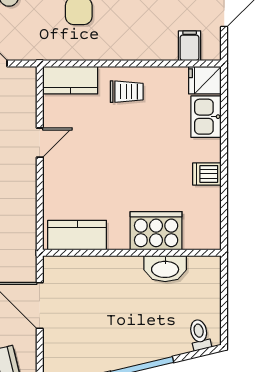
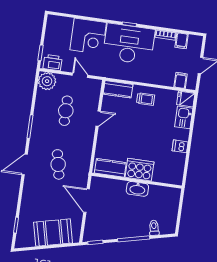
cooker: (156, 231) -> (140, 170), moved
washbasin: (165, 269) -> (137, 189), moved
toilet: (200, 335) -> (154, 228), moved

